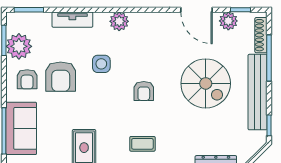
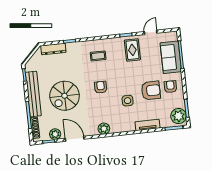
plant: (119, 21) -> (104, 129), moved
plant: (19, 46) -> (179, 116), moved
armchair: (61, 77) -> (151, 90), turned 90
spiral stairs: (206, 83) -> (65, 96), turned -90

